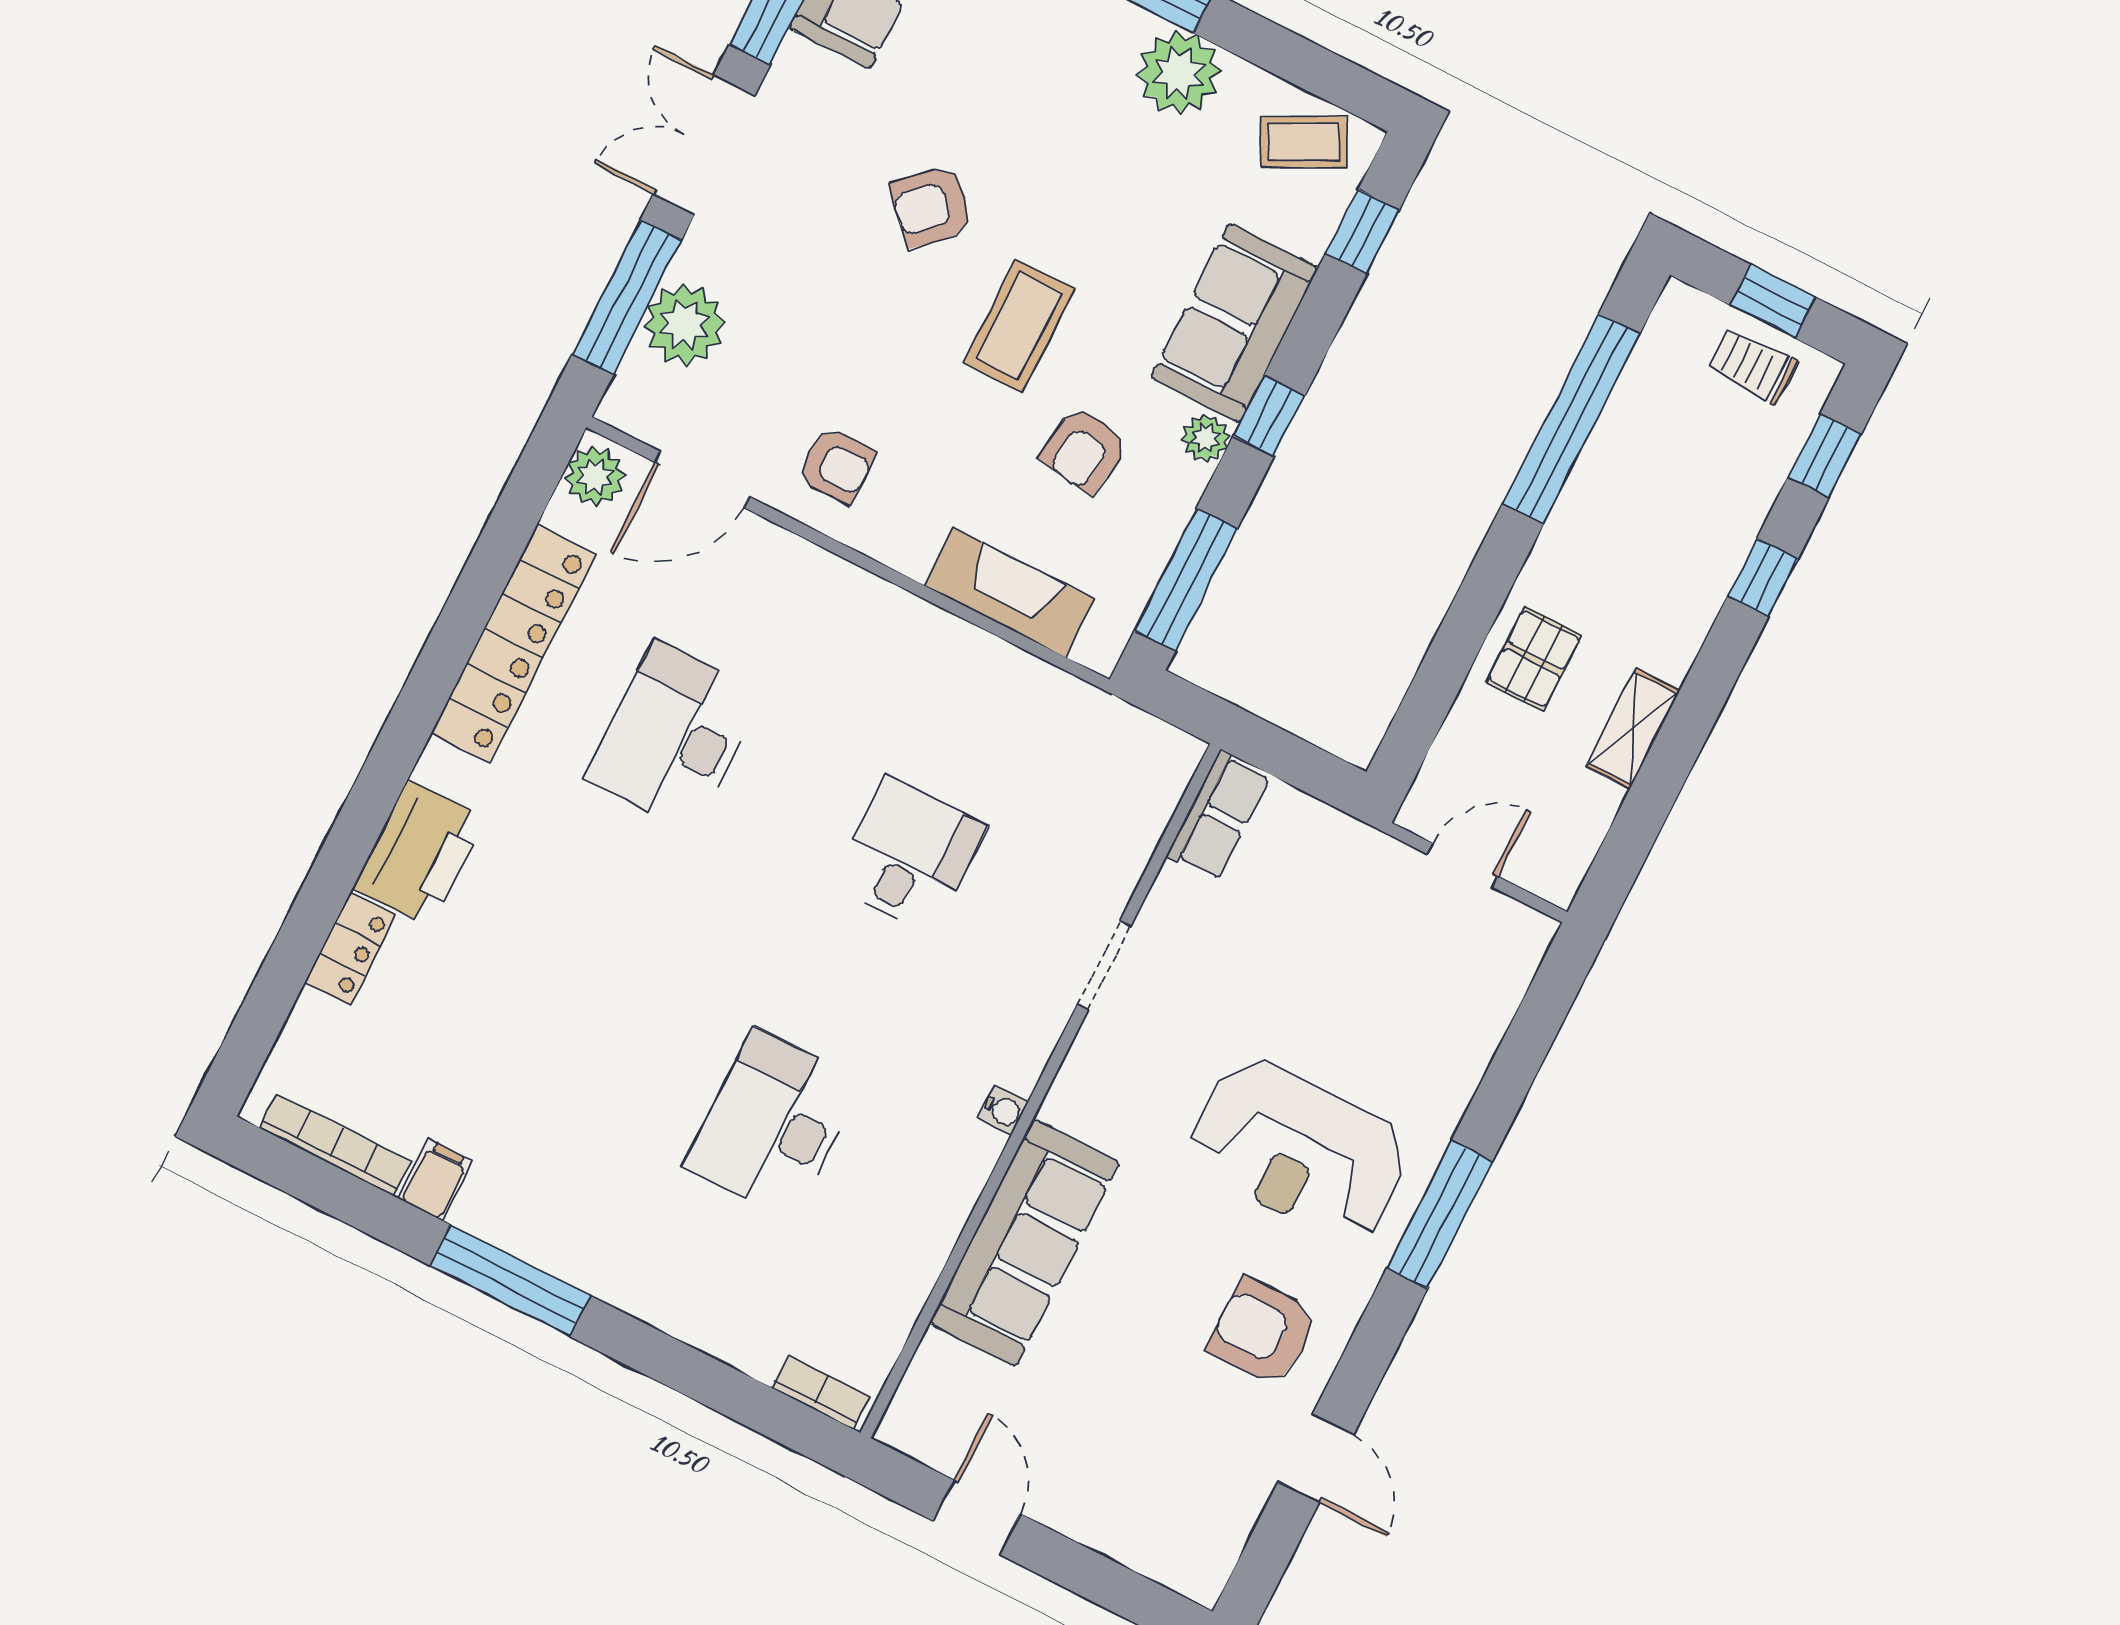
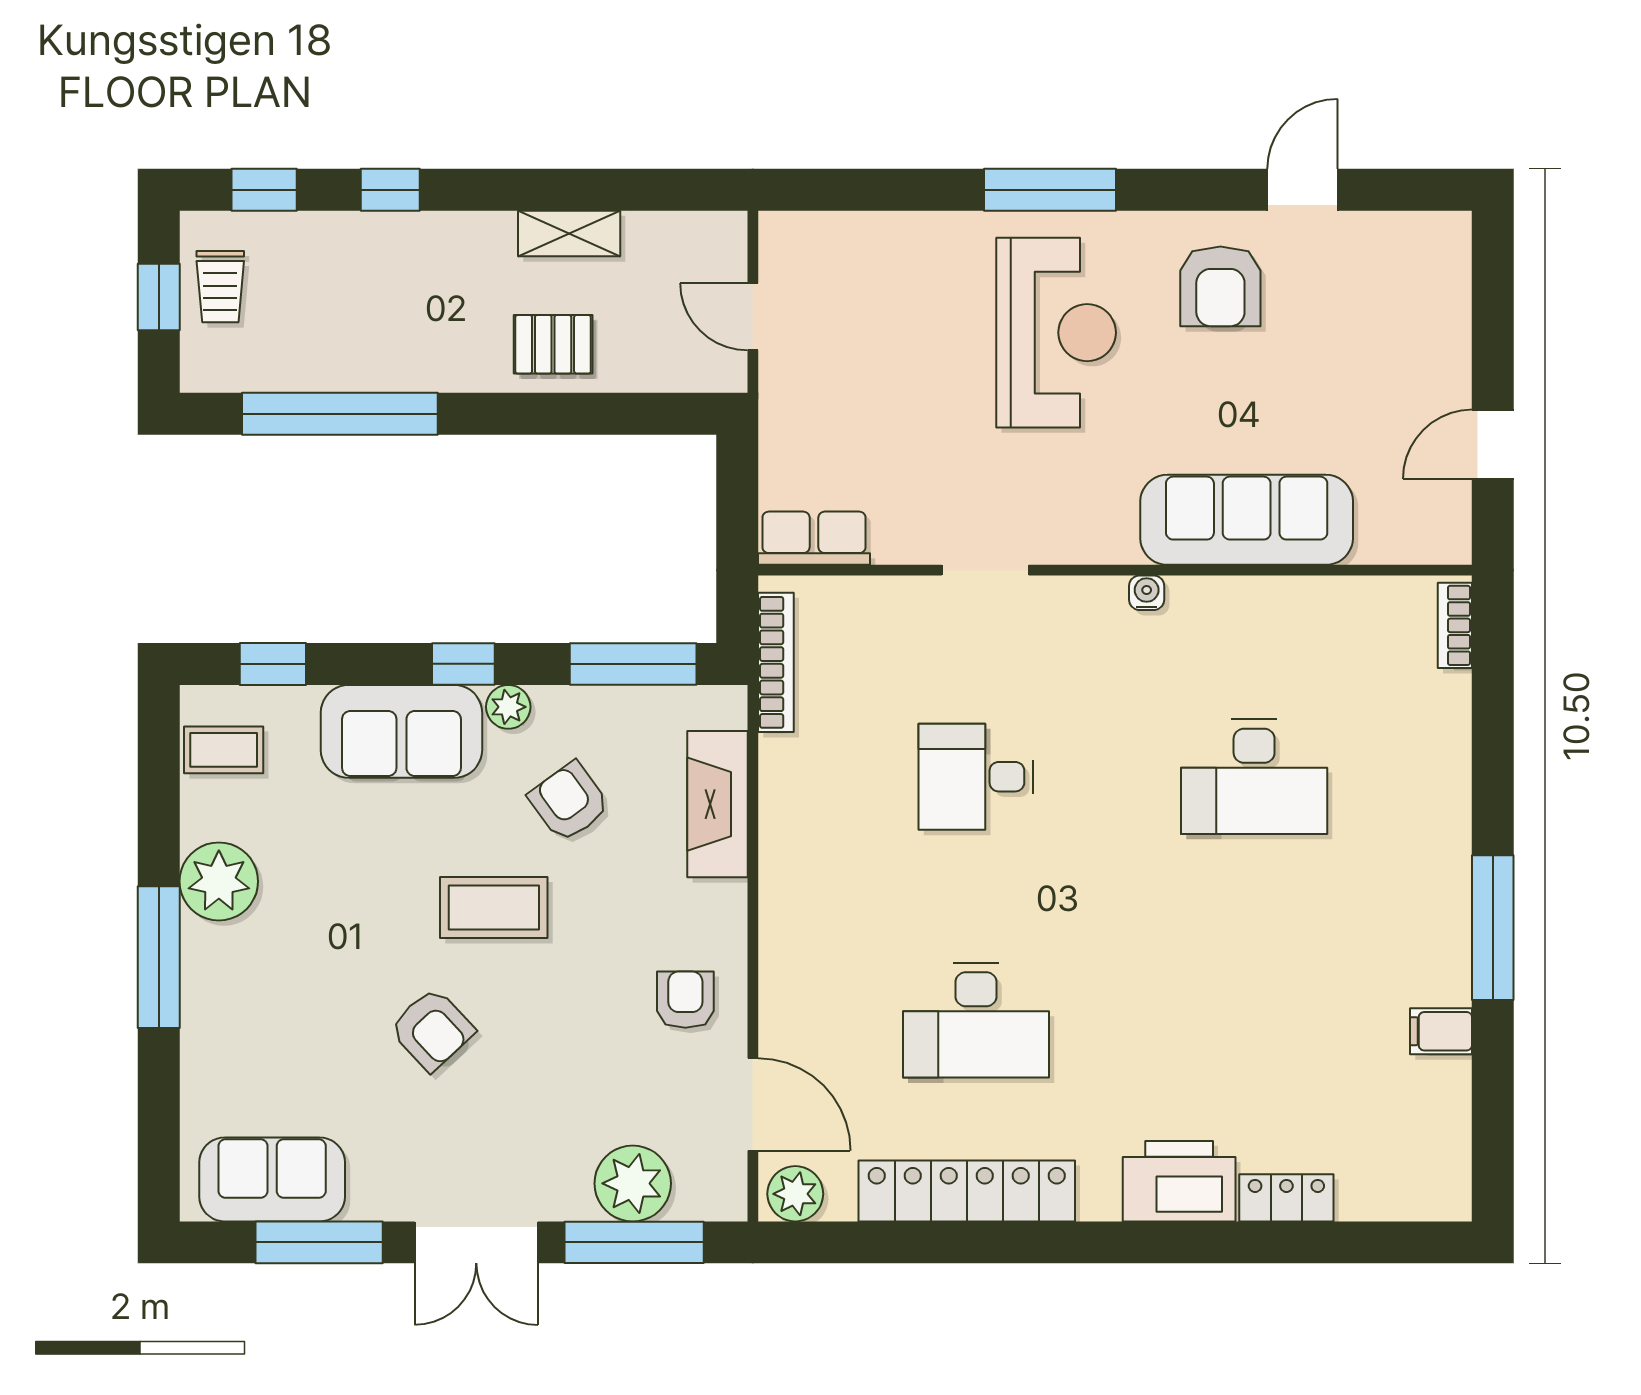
coffee table: (1304, 142) -> (224, 750), turned -63
armchair: (1084, 450) -> (569, 802), turned -134
bookcase: (335, 1145) -> (776, 662), moved, turned 180

